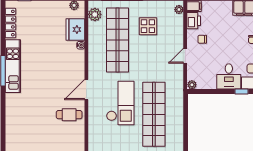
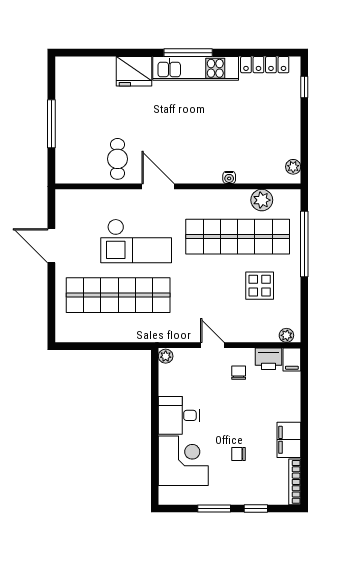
plant: (95, 14) -> (262, 200), moved
fridge: (75, 29) -> (134, 71), moved, turned 180
window: (242, 91) -> (155, 436), removed

